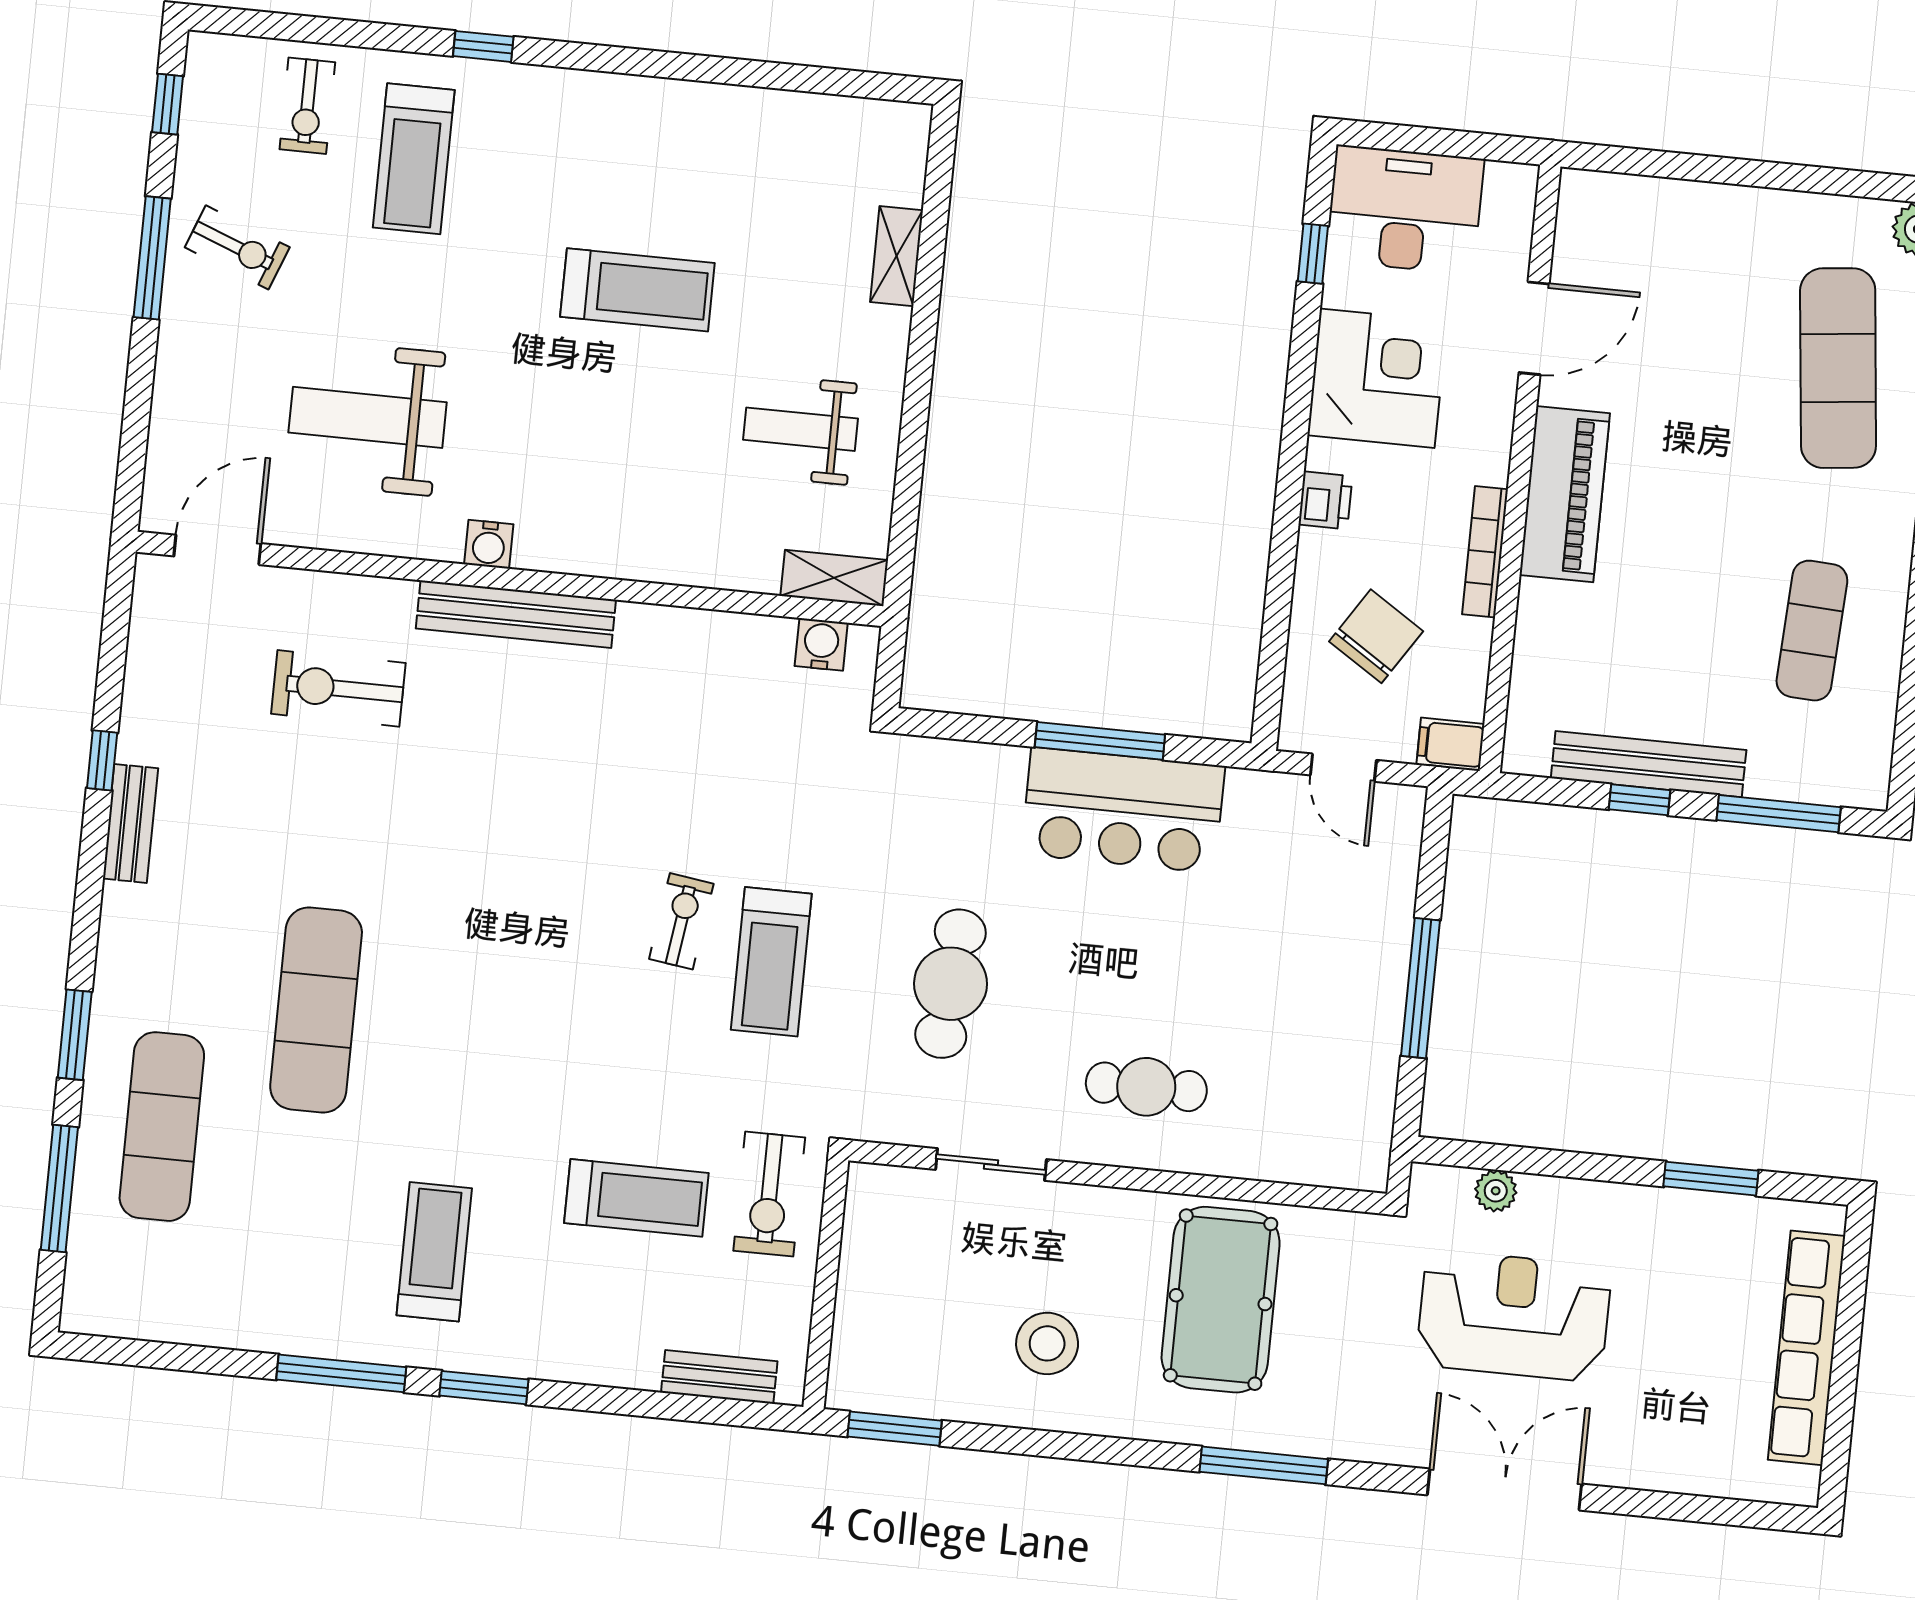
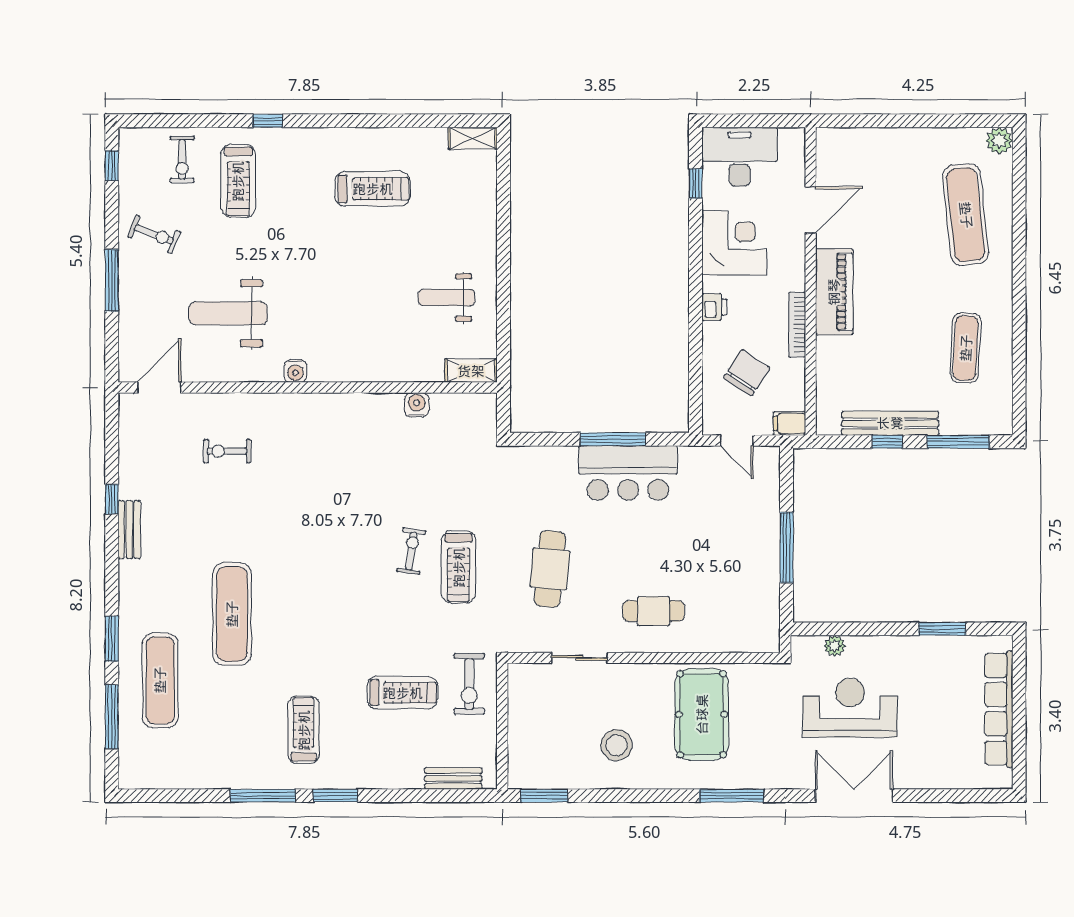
shelving: (897, 256) -> (473, 138), moved, turned 90
window: (152, 258) -> (112, 280), moved
treadmill: (637, 290) -> (373, 189), moved
bench: (516, 614) -> (313, 405), removed
water cooler: (821, 644) -> (417, 405), moved
exercise bike: (338, 688) -> (227, 451), width x0.73, depth x0.72

